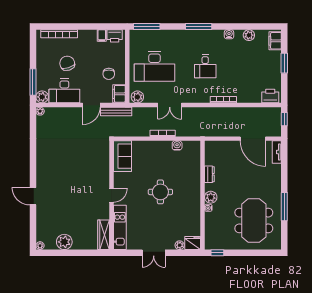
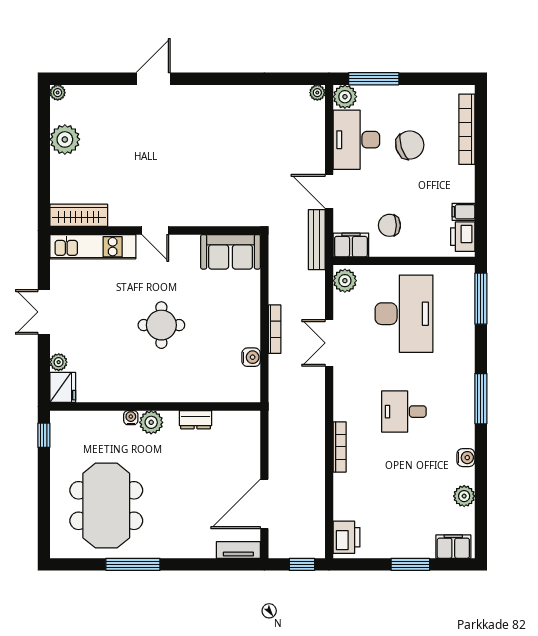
desk: (155, 66) -> (404, 314), turned 180
meeting table: (254, 220) -> (106, 506), turned 90

